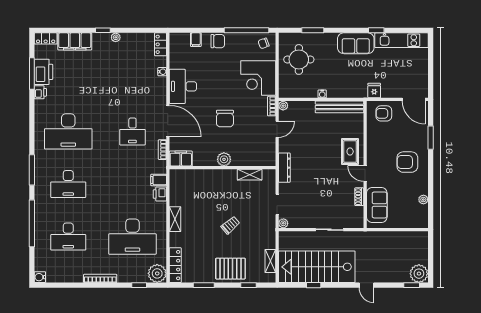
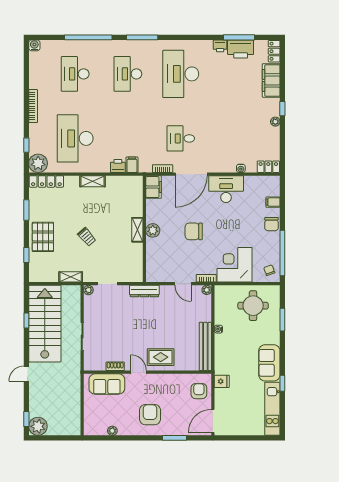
door: (365, 173) -> (139, 372), hinge flipped
shelving: (250, 175) -> (137, 230), moved
shelving: (270, 261) -> (71, 277), moved

